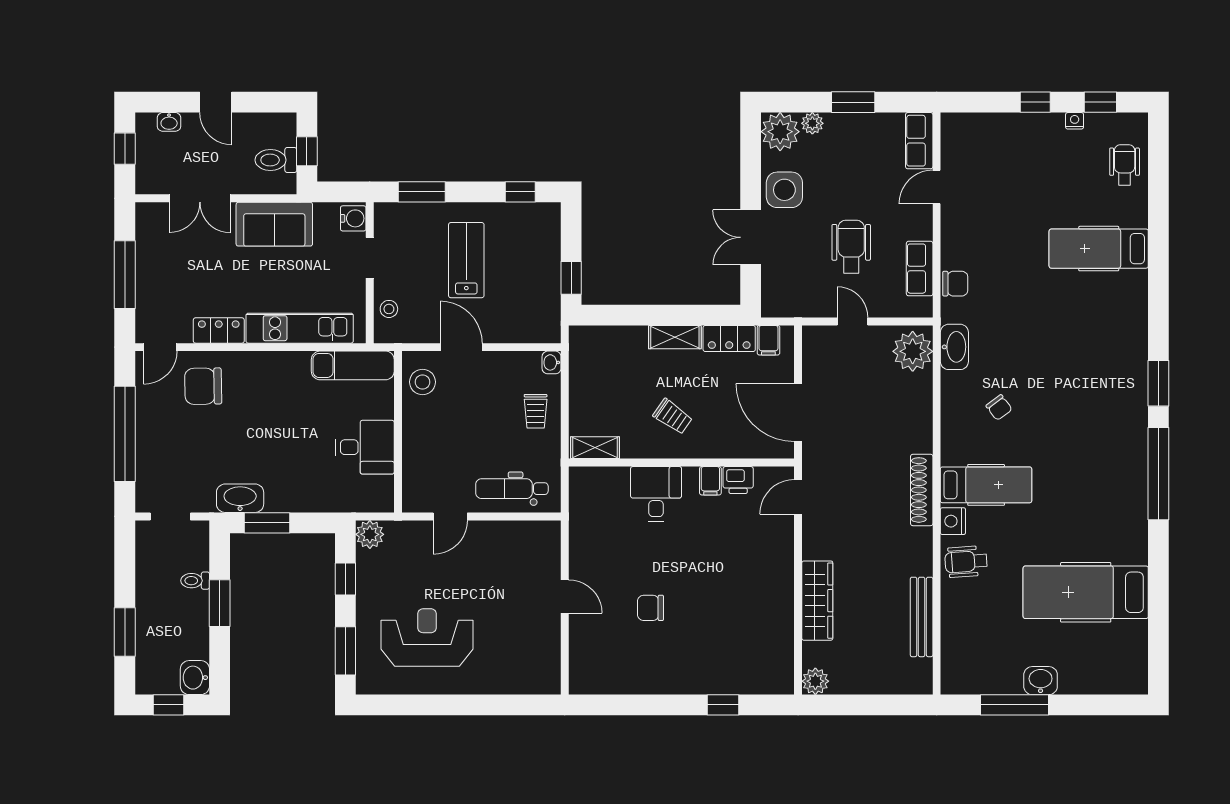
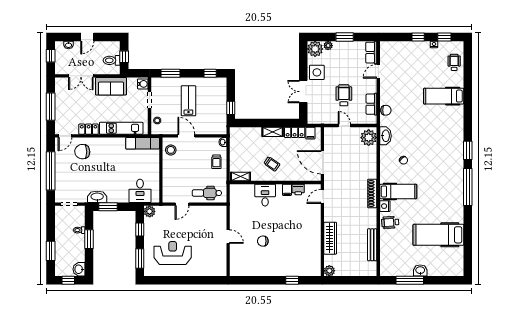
door: (216, 102) -> (87, 37), hinge flipped
desk: (365, 447) -> (140, 191), moved, turned 90

